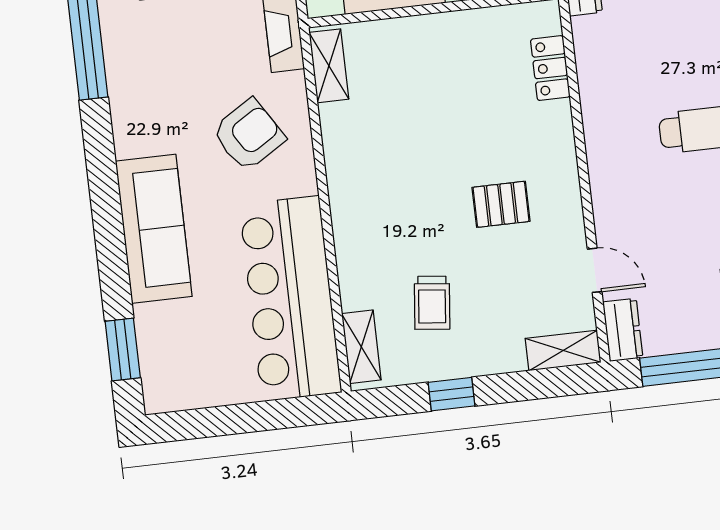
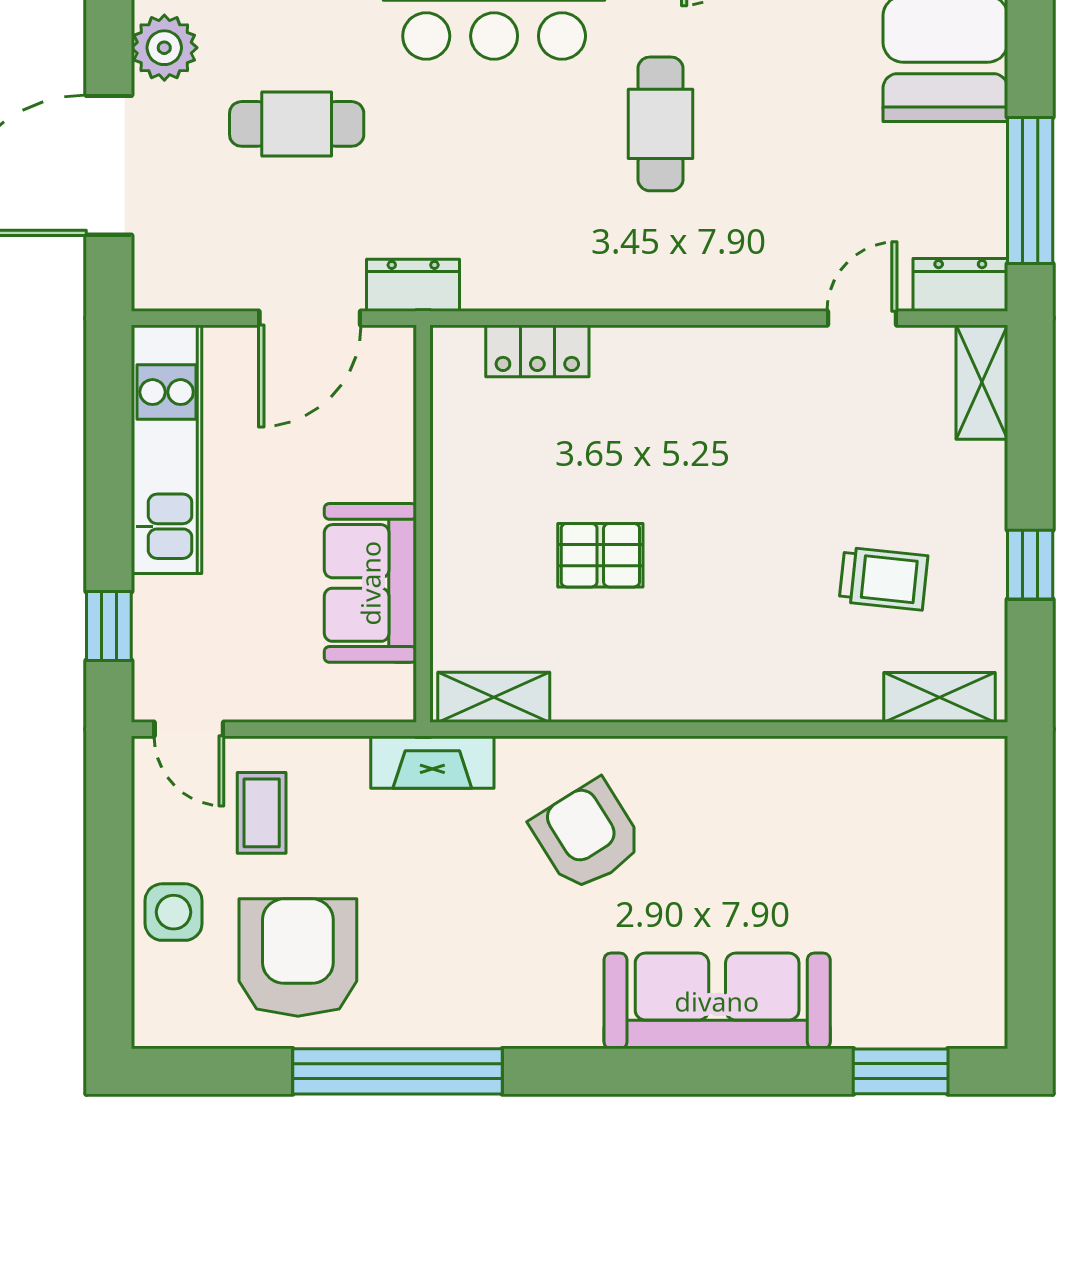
pallet: (501, 204) -> (600, 555), moved, turned 90
bar counter: (290, 299) -> (851, 800), removed

